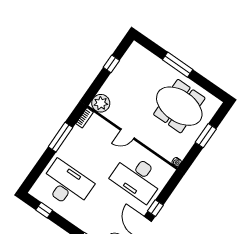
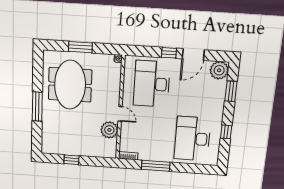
plant: (101, 103) -> (109, 130), moved
desk: (137, 178) -> (152, 84), turned 180
window: (44, 210) -> (226, 132), moved

